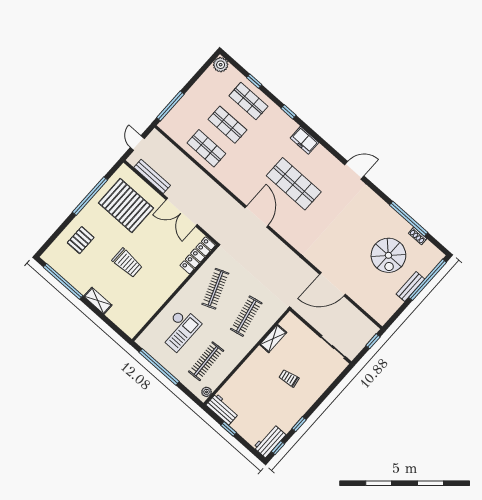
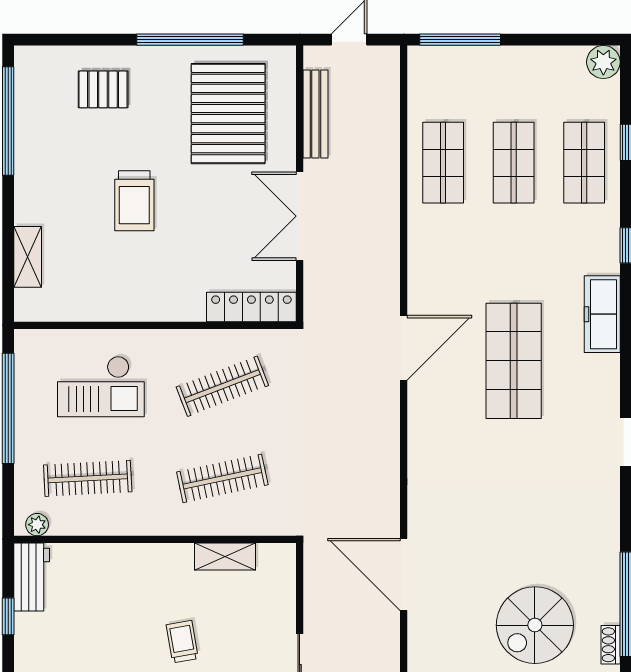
freezer: (305, 140) -> (602, 314), width x1.40
shelving: (98, 301) -> (28, 257), moved

